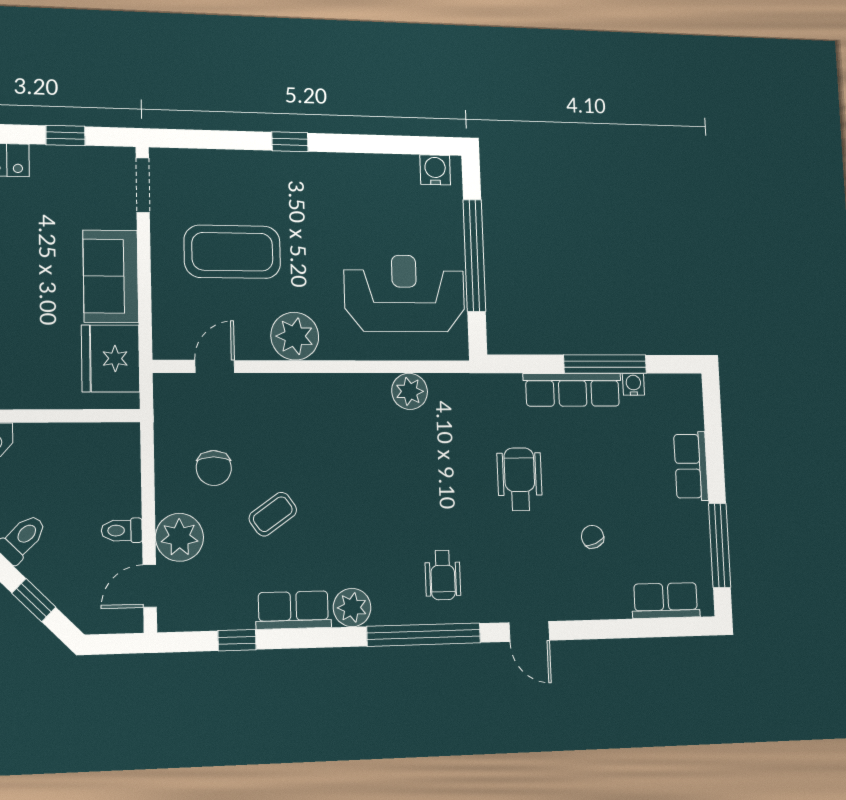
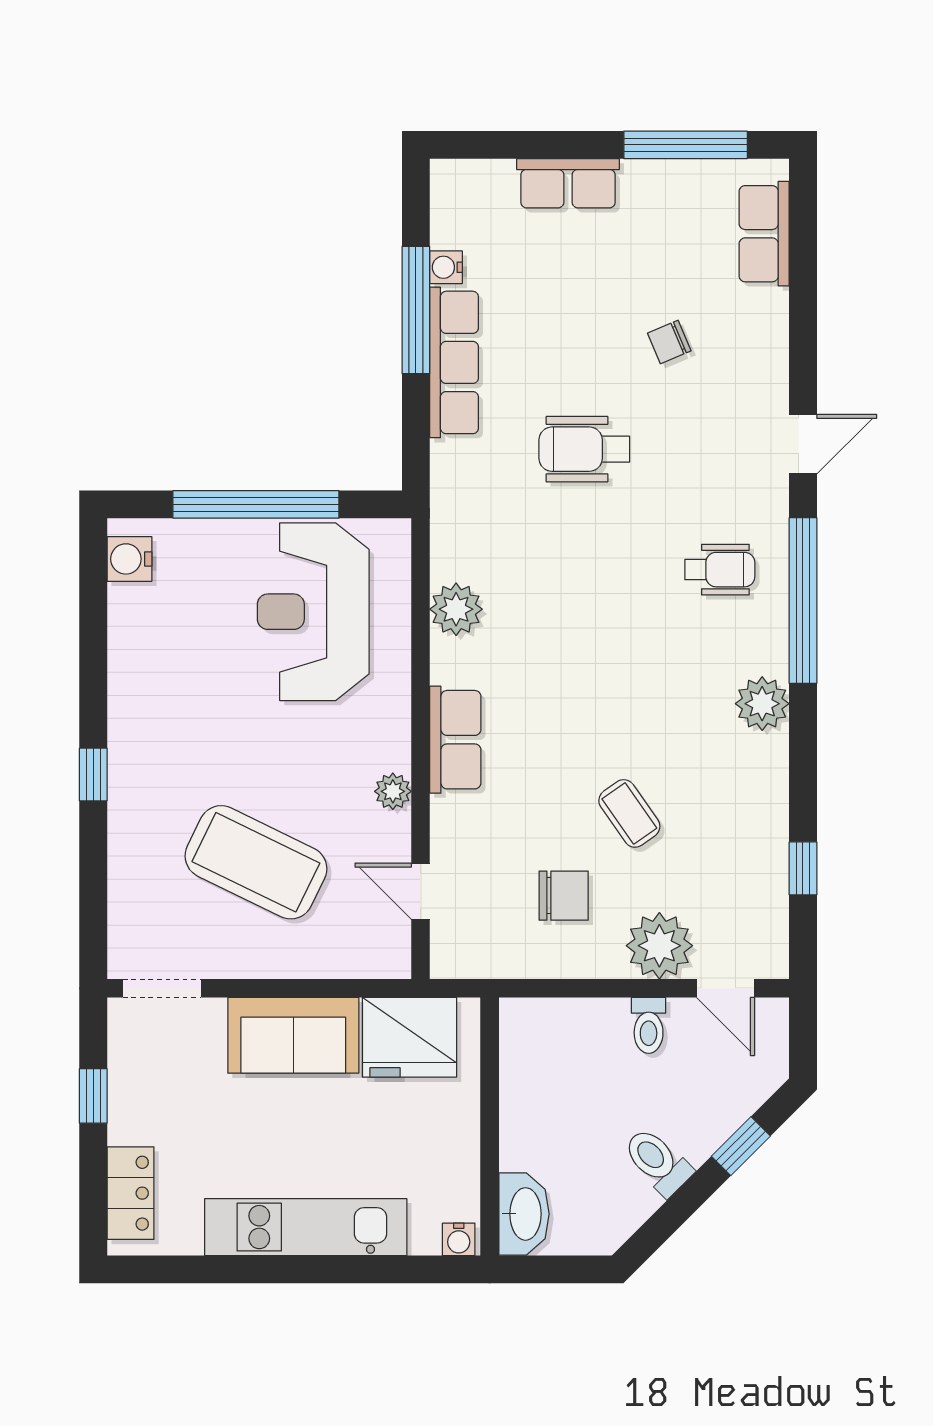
coffee table: (232, 252) -> (256, 862), turned -64
plant: (295, 336) -> (393, 791), width x0.53, depth x0.53
row of seats: (293, 610) -> (455, 740), moved, turned 180

